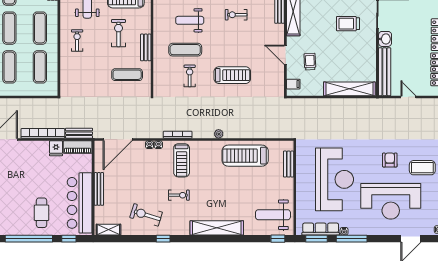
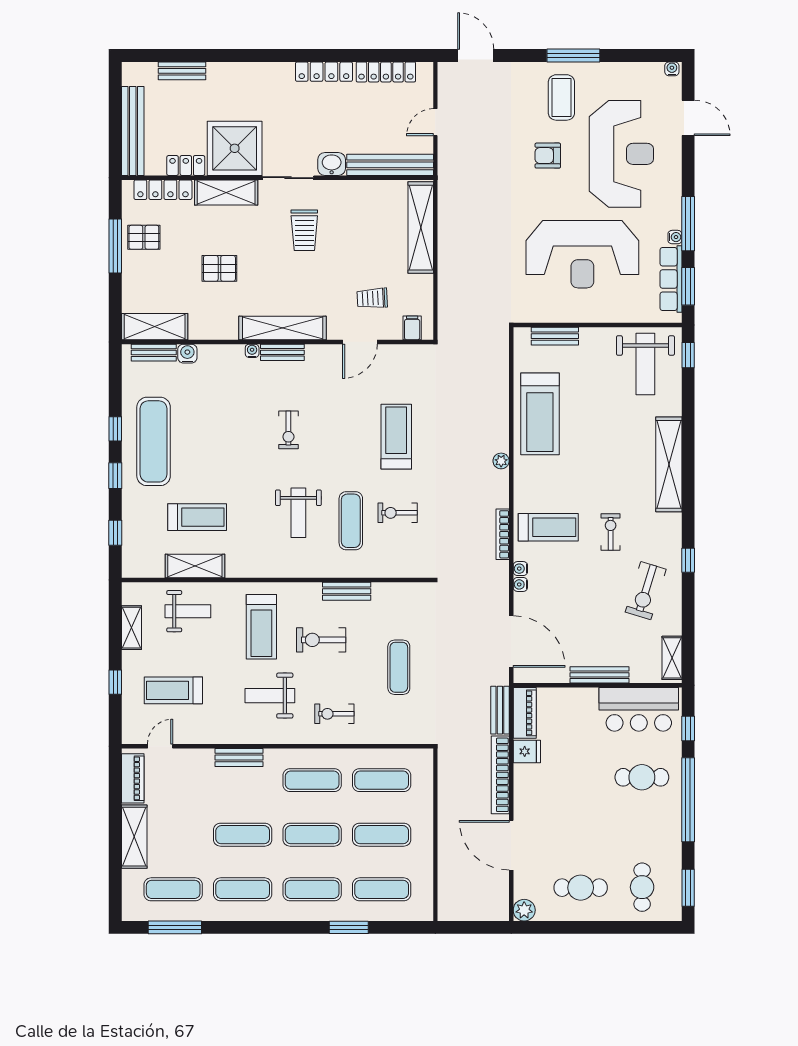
exercise mat: (127, 75) -> (399, 667), moved
reception desk: (334, 179) -> (582, 254), turned 180
bar counter: (80, 203) -> (639, 709), width x0.73

